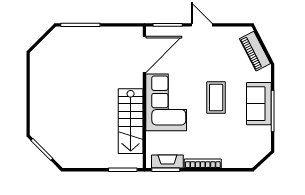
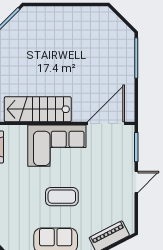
door: (144, 55) -> (106, 123), swing flipped

